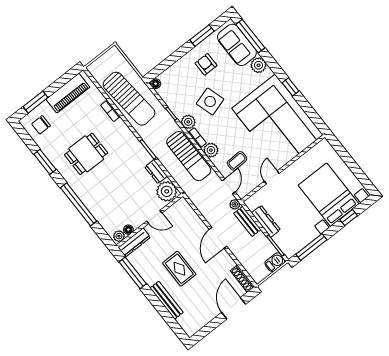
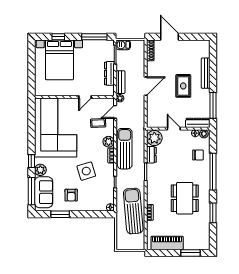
window: (290, 87) -> (31, 161), moved
plant: (188, 122) -> (109, 169), removed
chair: (41, 125) -> (198, 155), moved
dining table: (86, 154) -> (185, 198), width x1.38
door: (234, 308) -> (169, 37), swing flipped

